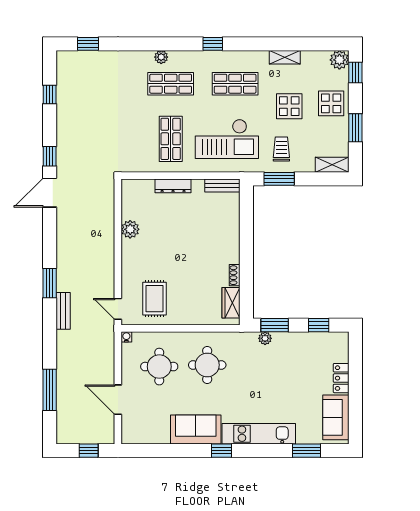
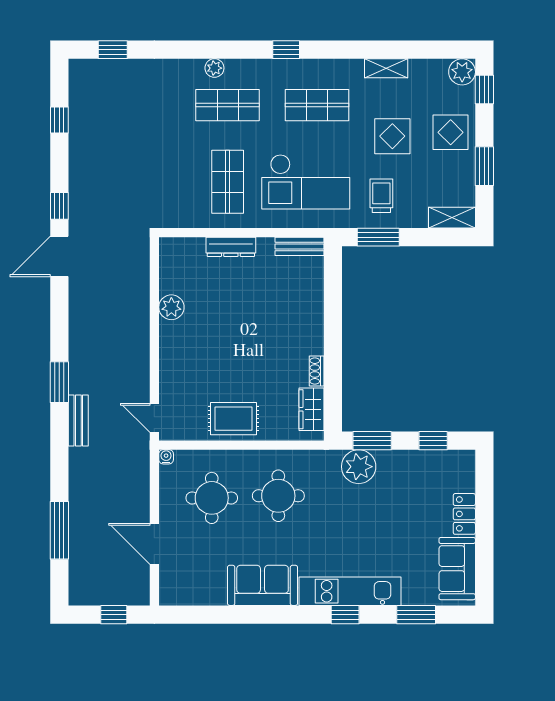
rug: (154, 299) -> (234, 419), moved, turned 90
plant: (265, 338) -> (359, 467), width x1.87, depth x1.87
window: (221, 451) -> (345, 615), moved

